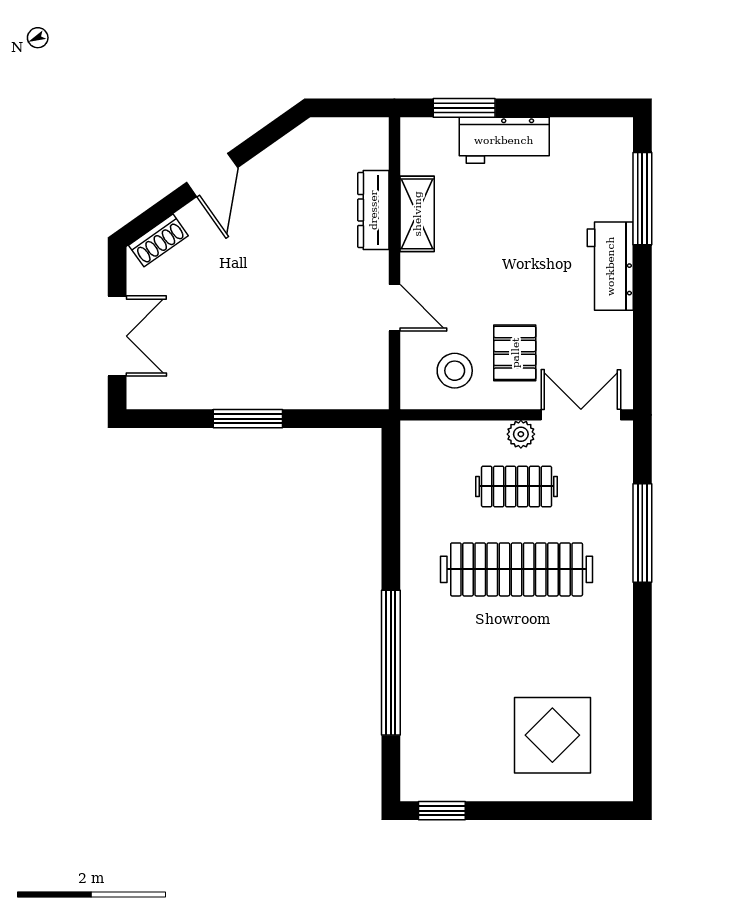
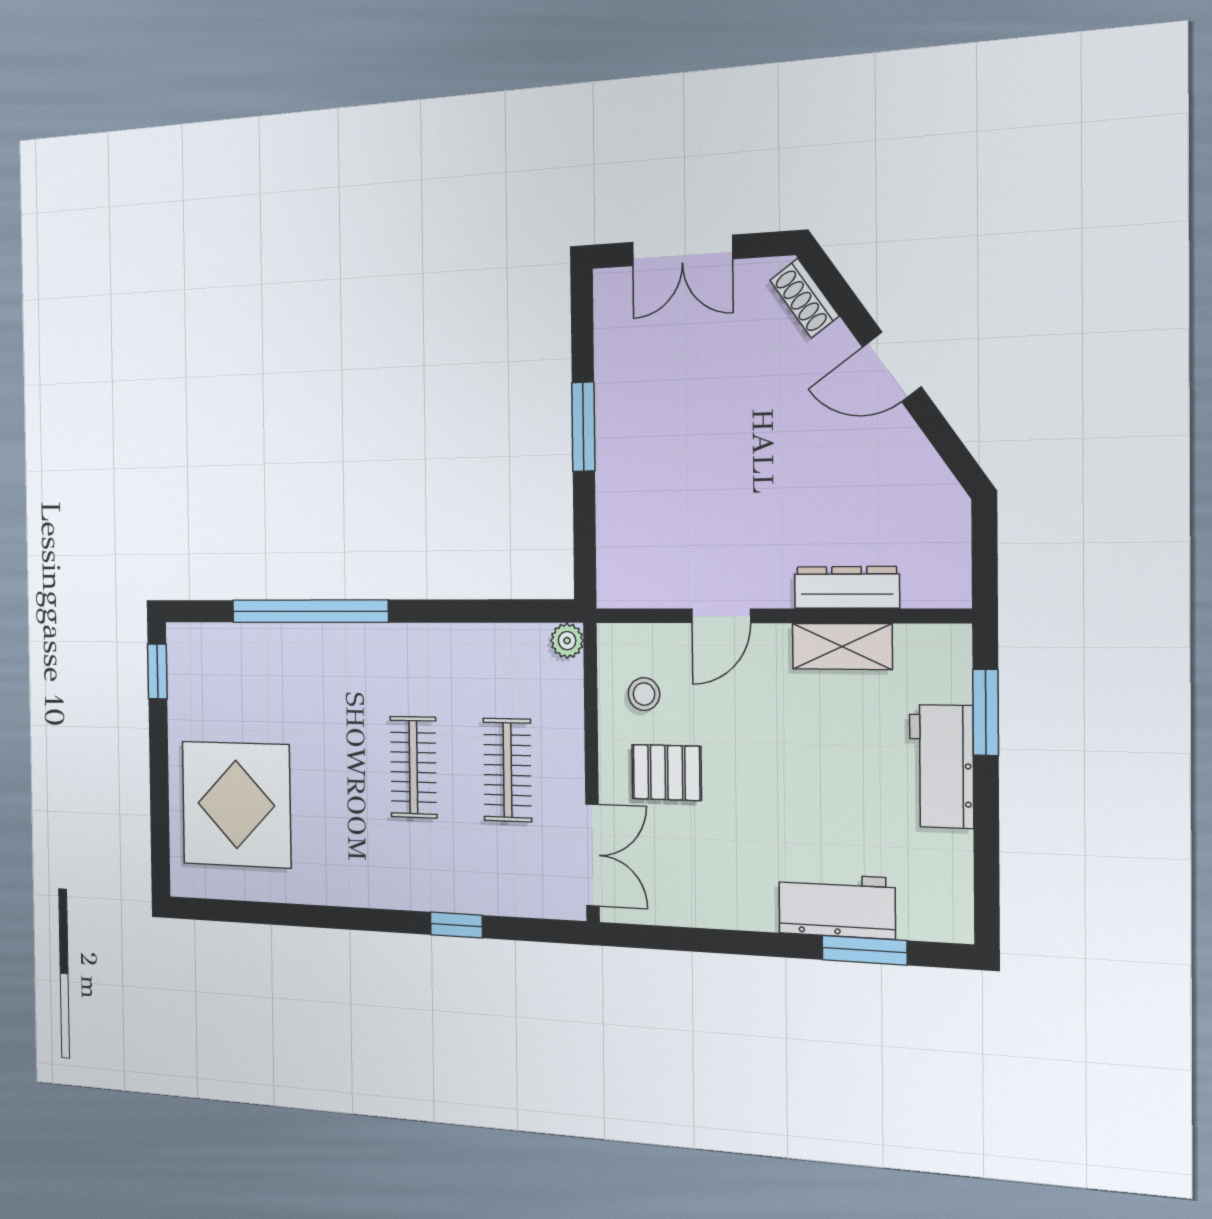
window: (642, 199) -> (864, 950), width x0.69
workbench: (610, 266) -> (837, 906), moved
stool: (455, 371) -> (644, 694), width x0.73, depth x0.73
plant: (521, 434) -> (567, 641), moved
window: (642, 533) -> (456, 925), width x0.46
clothes rail: (517, 569) -> (413, 767), width x0.54, depth x0.76
display table: (552, 735) -> (236, 804), width x1.36, depth x1.36

